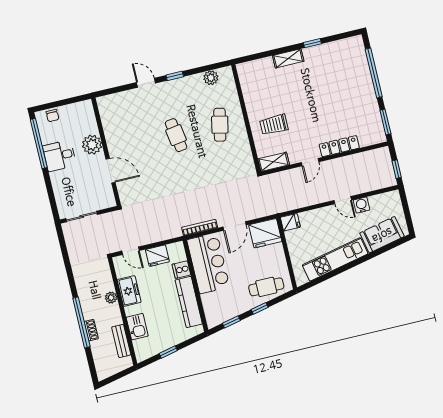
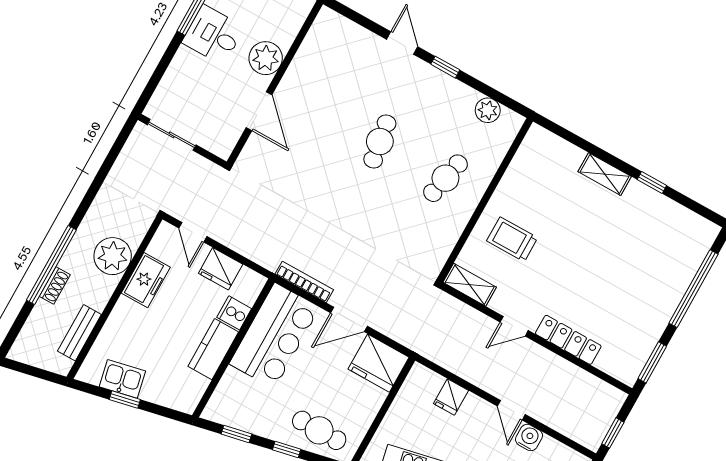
fridge: (290, 222) -> (451, 397), moved, turned 90
plant: (111, 298) -> (113, 256), width x1.87, depth x1.87
kitchen counter: (189, 302) -> (213, 349), width x0.67
kitchen sink: (137, 327) -> (122, 379), moved, turned -102

